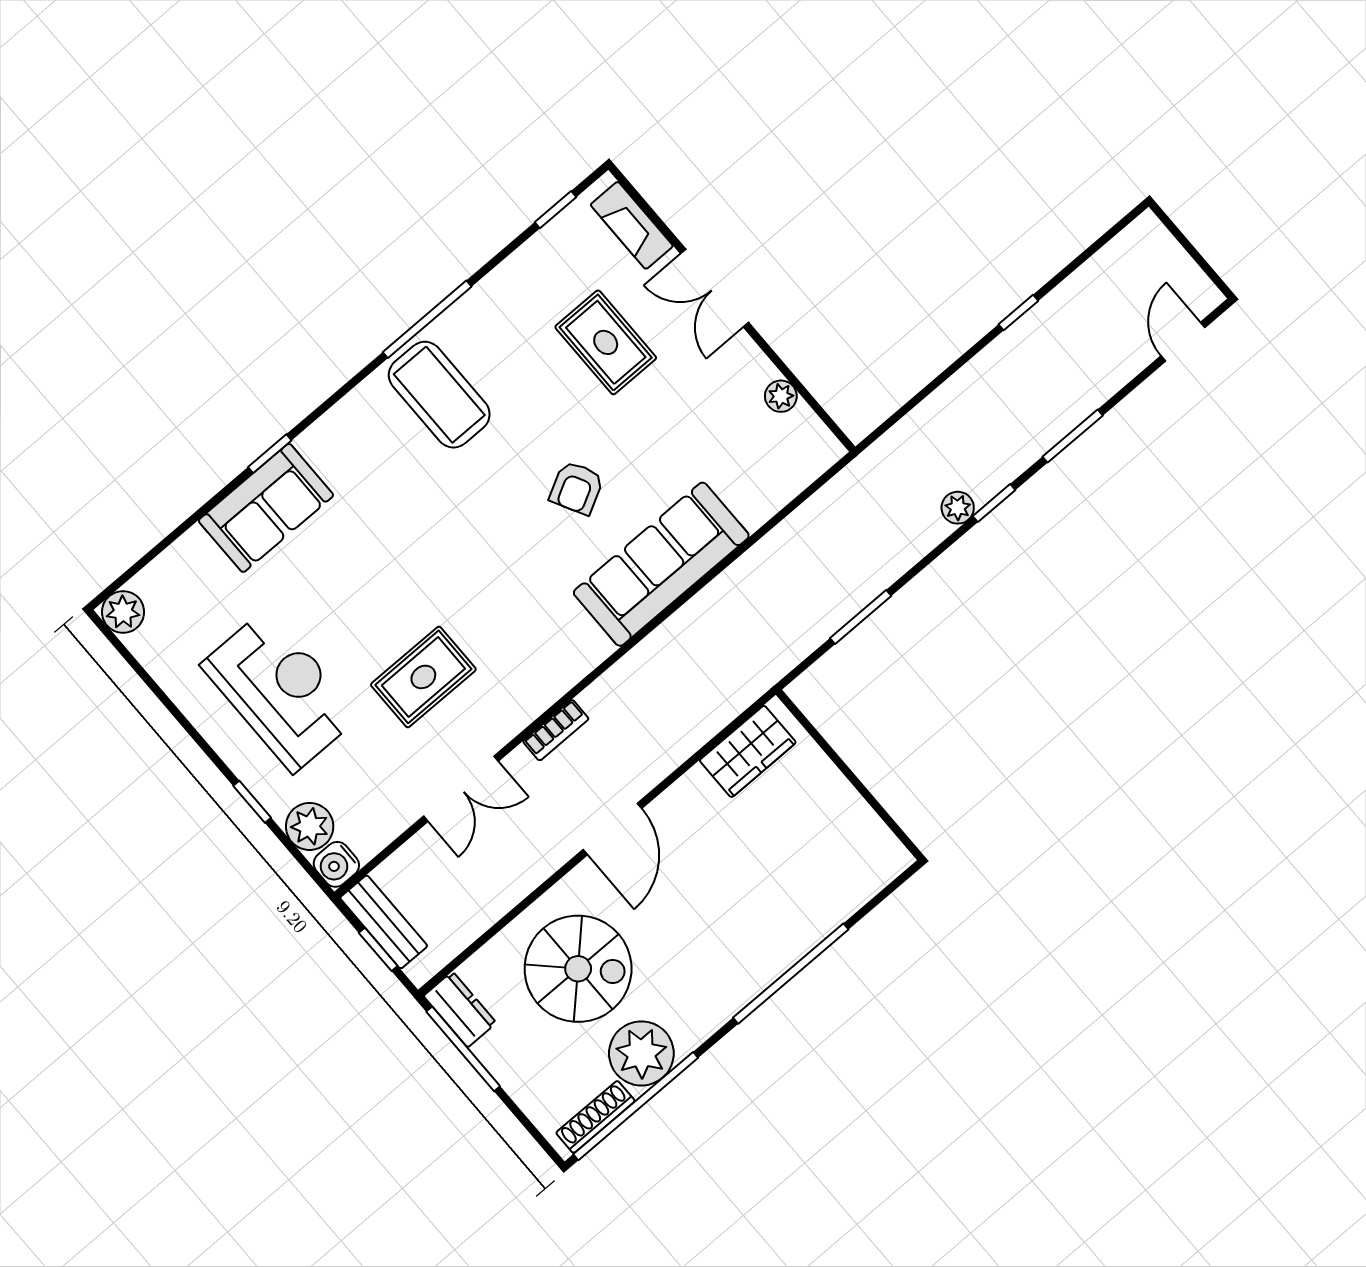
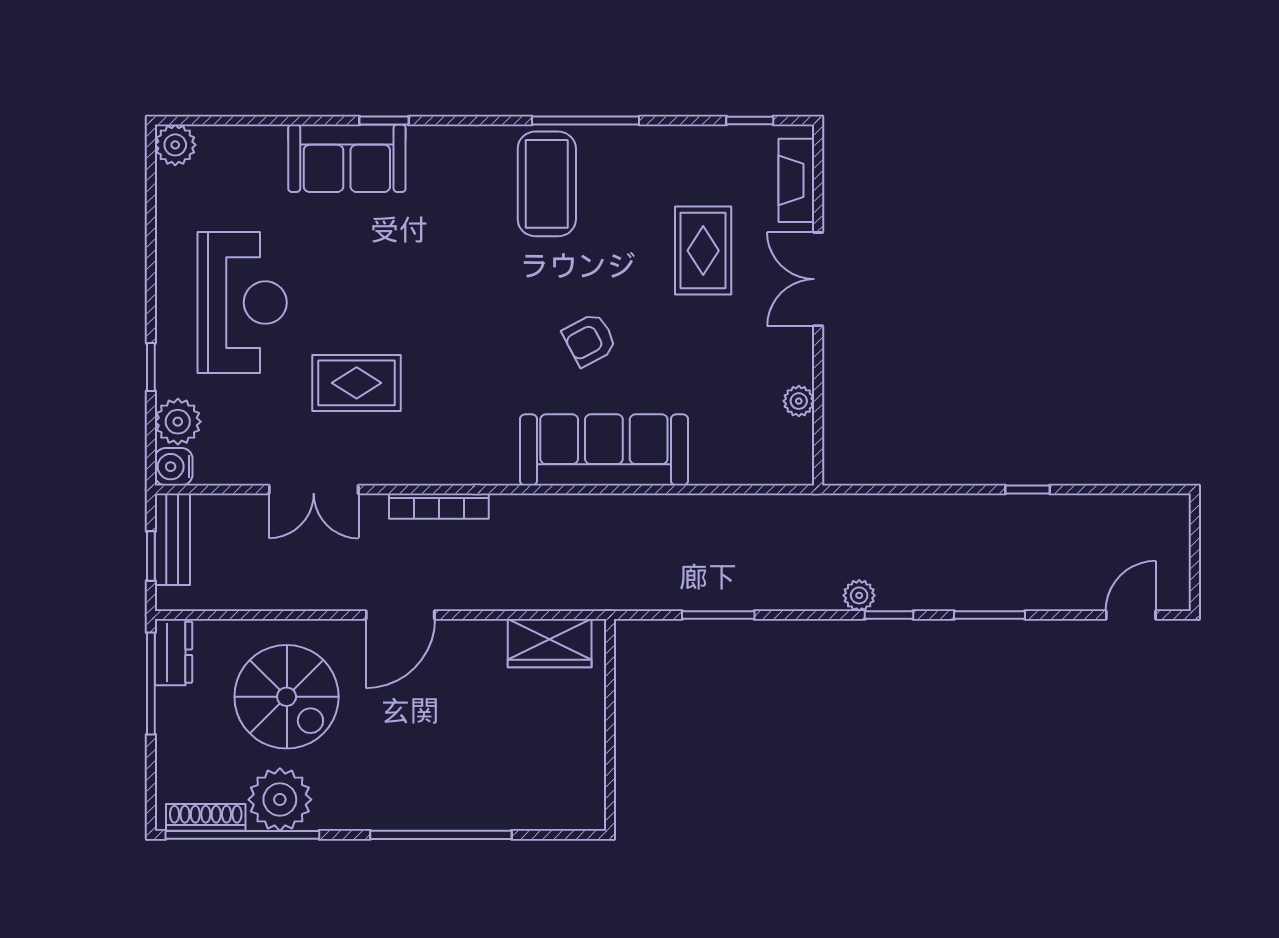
bookcase: (556, 730) -> (439, 506), width x1.56

